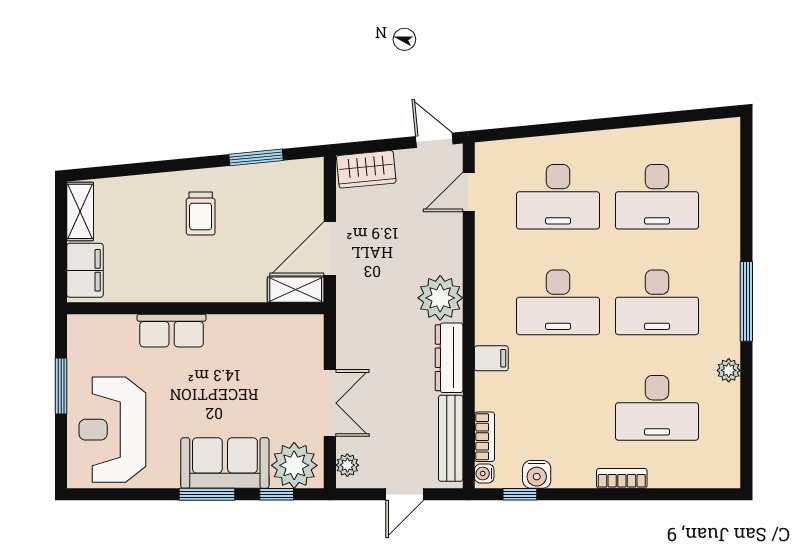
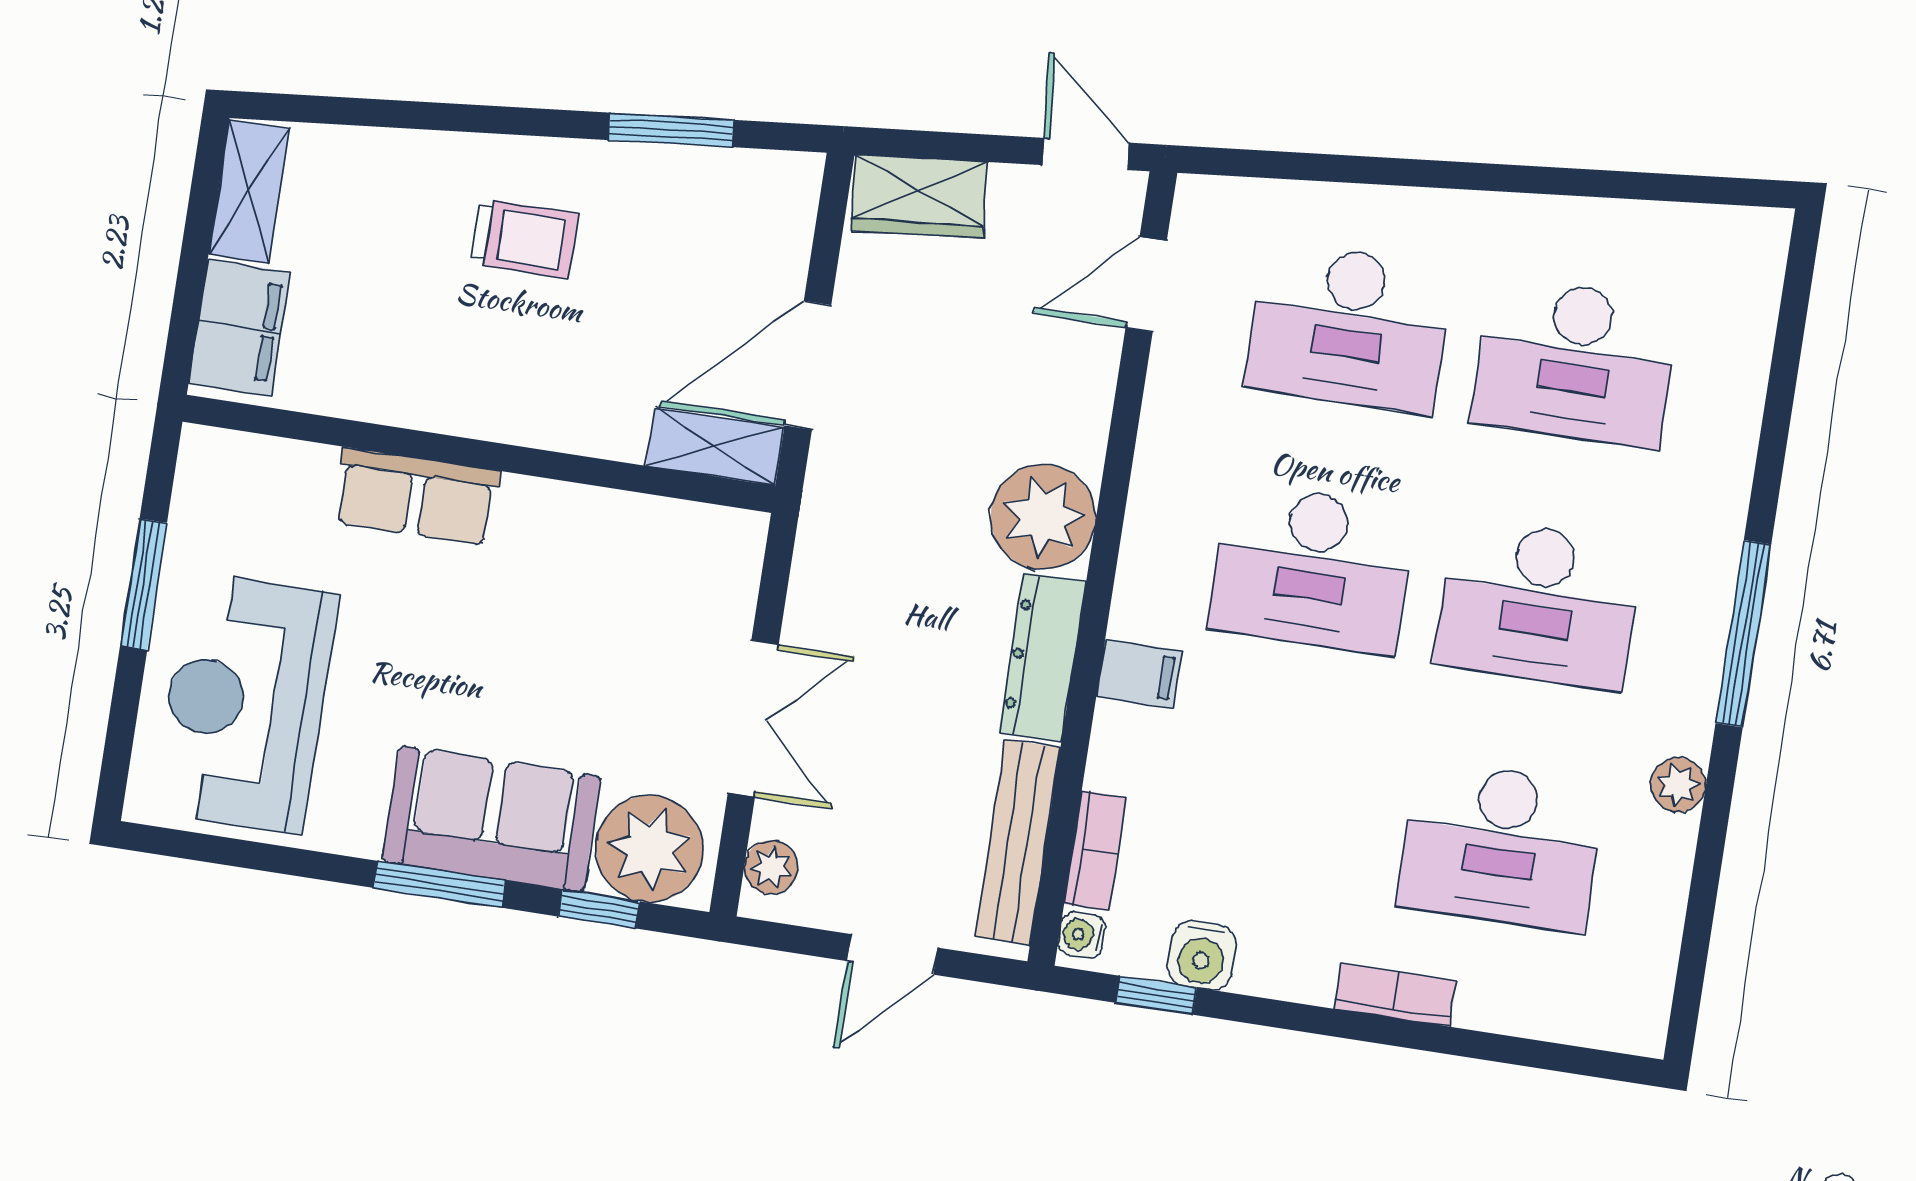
trolley: (201, 213) -> (524, 239), turned -90

